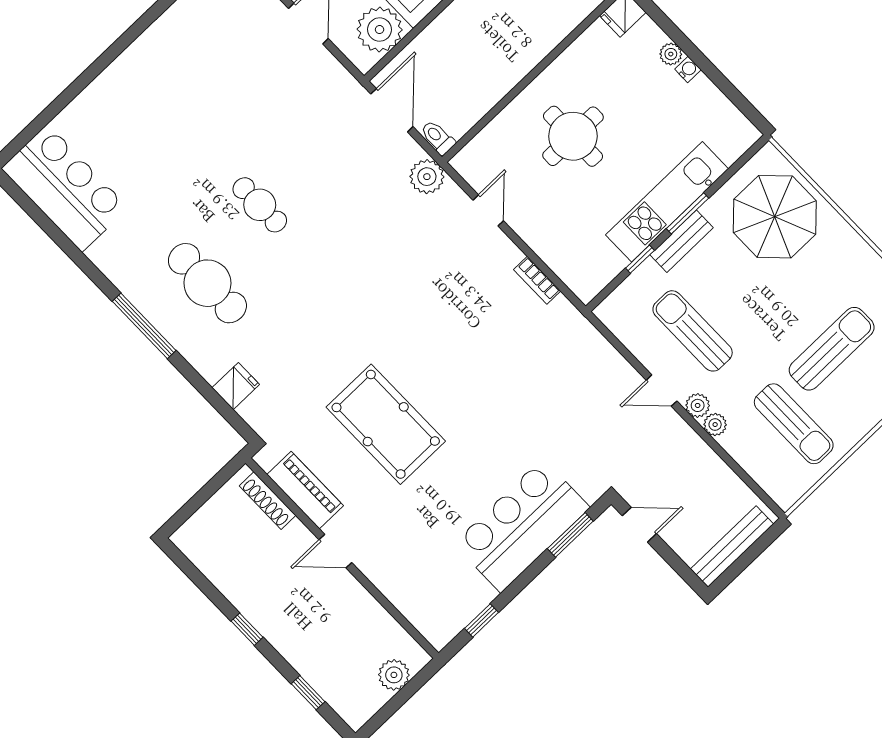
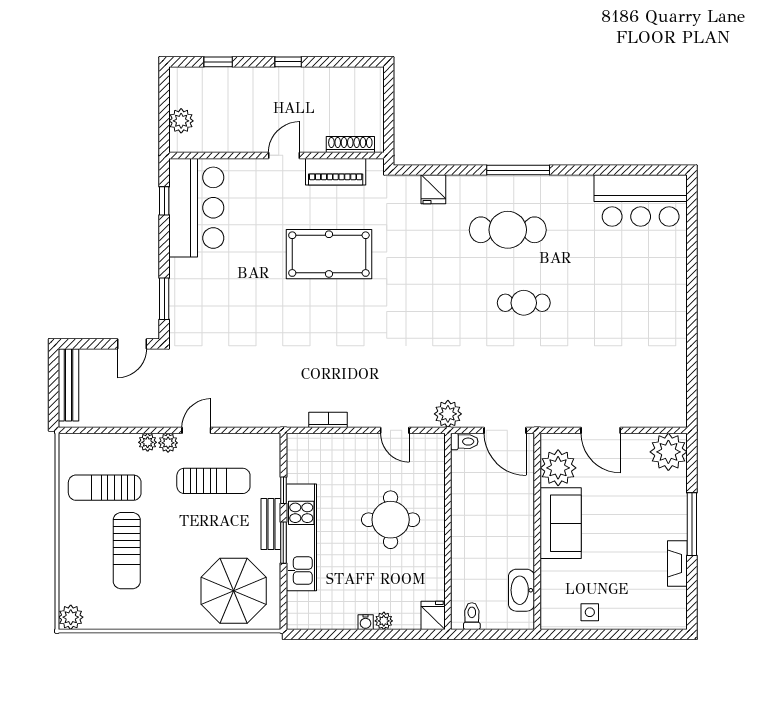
bar counter: (522, 526) -> (196, 208), moved

